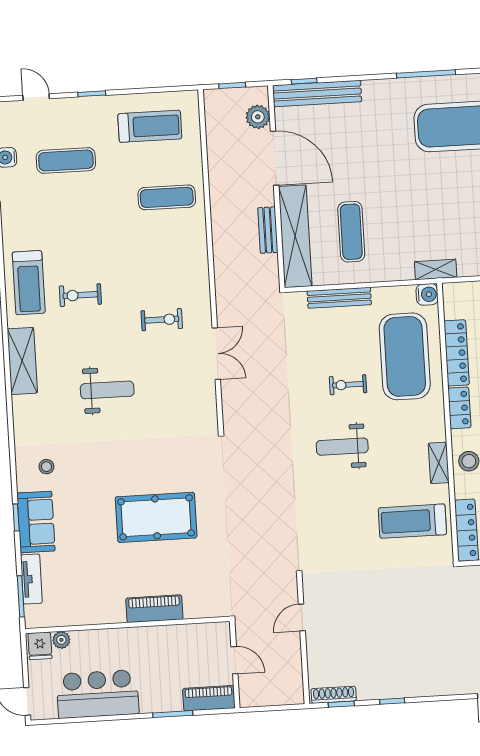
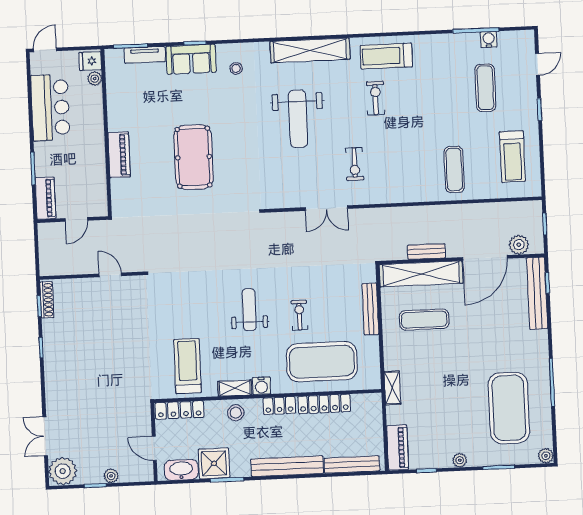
water cooler: (427, 294) -> (261, 386), moved
shelving: (22, 361) -> (310, 50), width x1.47
weight bench: (107, 390) -> (298, 119), width x1.36, depth x1.33

